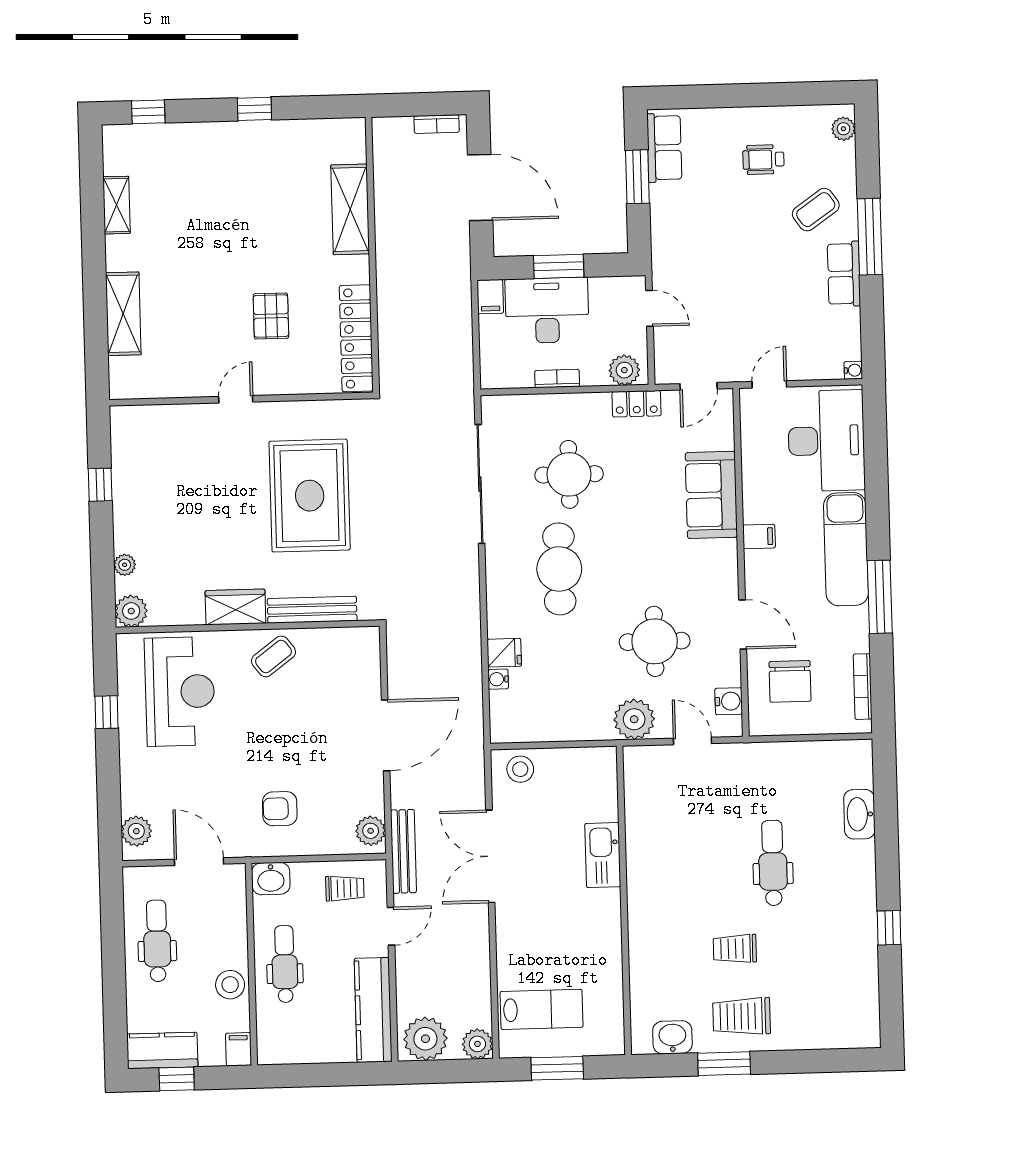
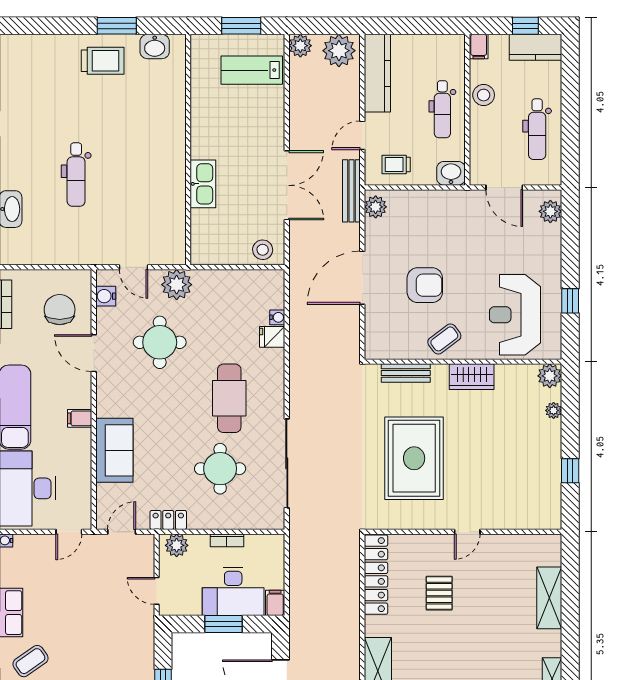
bench: (312, 610) -> (406, 373), width x0.73
armchair: (280, 809) -> (425, 285), moved, width x1.38, depth x1.38
trolley: (735, 949) -> (106, 111), removed

